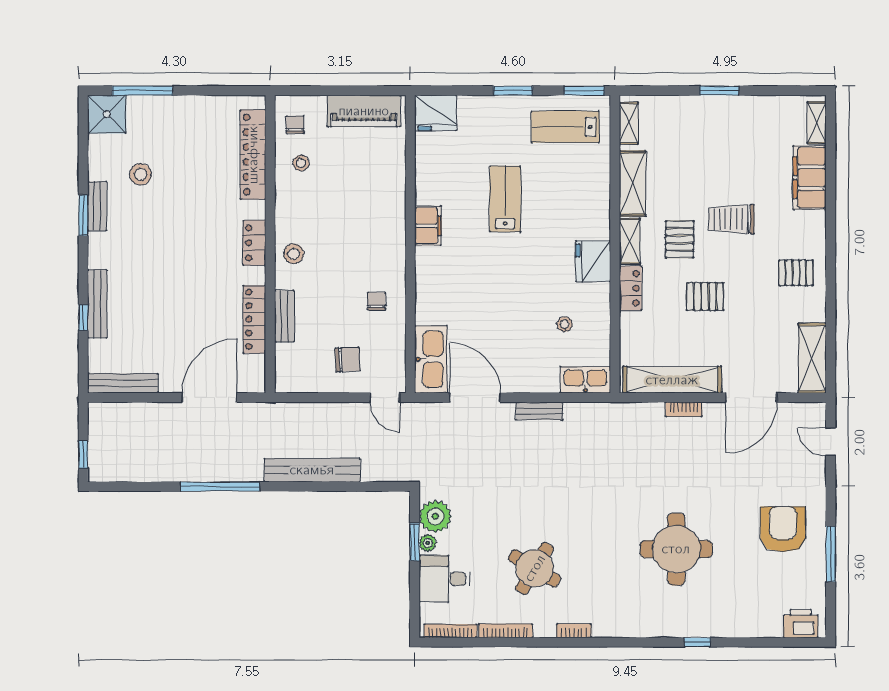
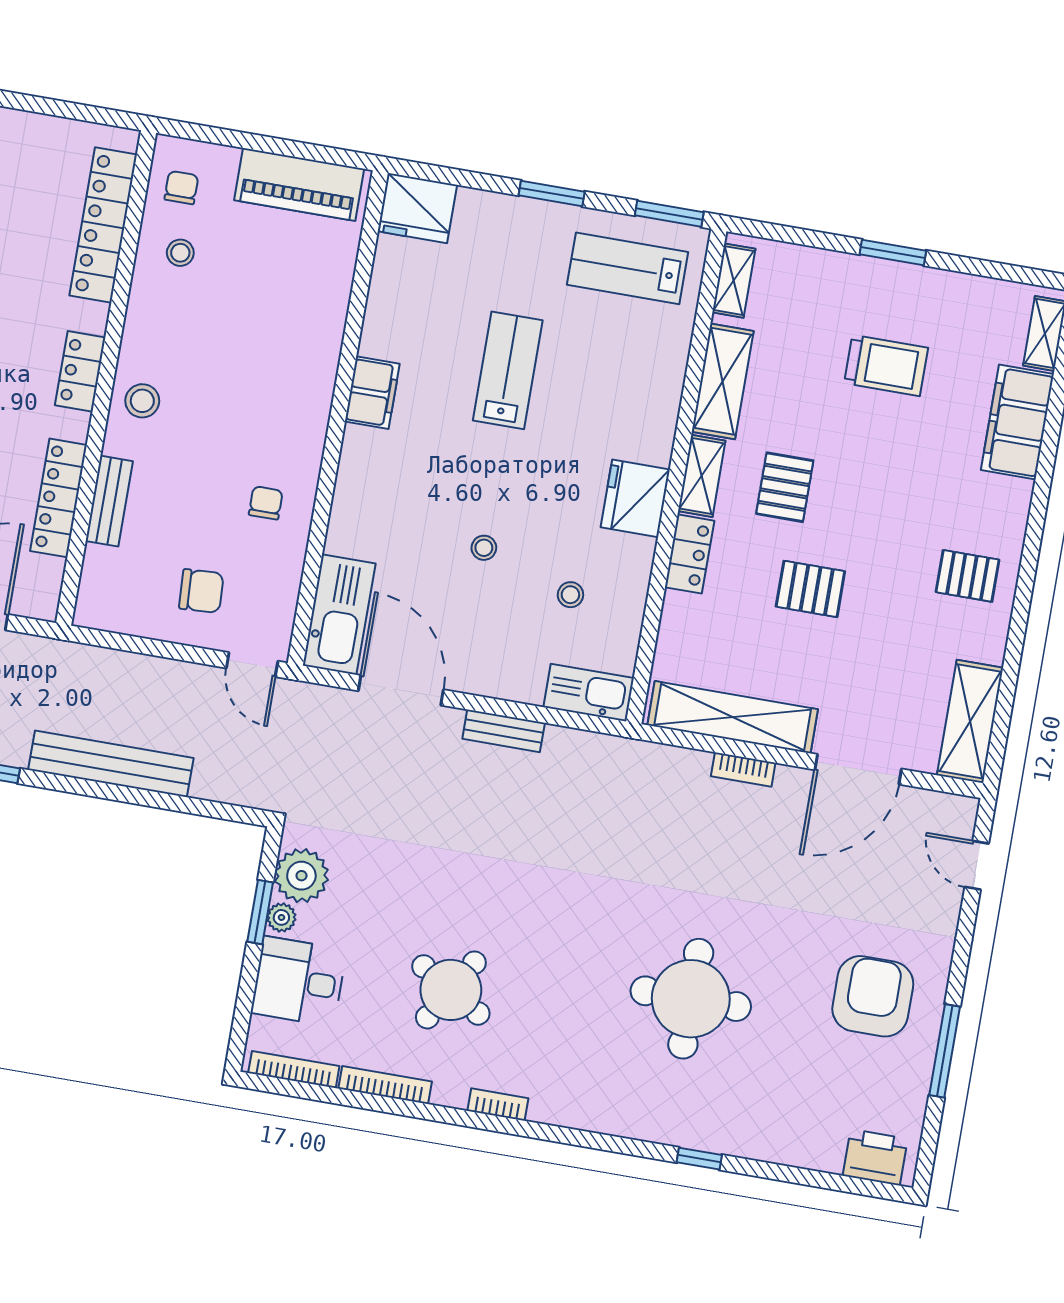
trolley: (731, 219) -> (886, 365), moved, turned 180
stool: (509, 305) -> (484, 548), added

